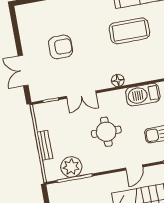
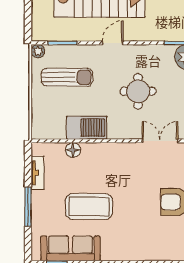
floor lamp: (118, 80) -> (73, 150), moved

